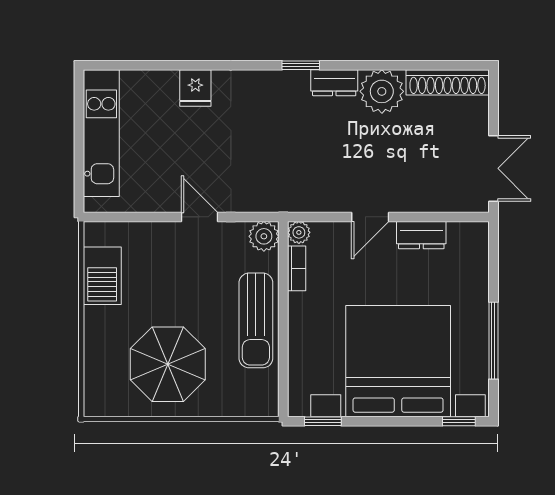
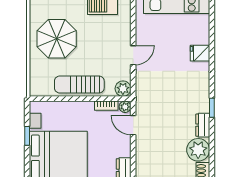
door: (370, 217) -> (133, 125), moved
window: (323, 421) -> (27, 136), moved

